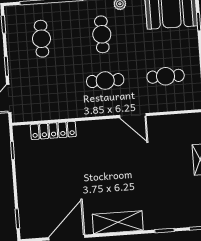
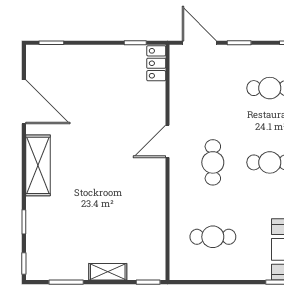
cafe table: (166, 76) -> (213, 237), turned 90
door: (133, 116) -> (168, 141), moved
locker: (53, 130) -> (156, 63), moved, width x0.66

